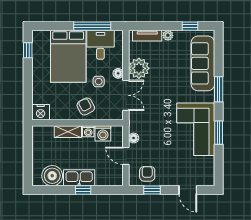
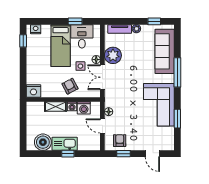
window: (92, 26) -> (75, 21), width x0.46
nightstand: (43, 36) -> (36, 29), added
bed: (68, 56) -> (61, 46), width x0.67
window: (219, 89) -> (177, 72), width x1.44
double door: (126, 95) -> (102, 77), swing flipped
window: (219, 133) -> (177, 119), moved

